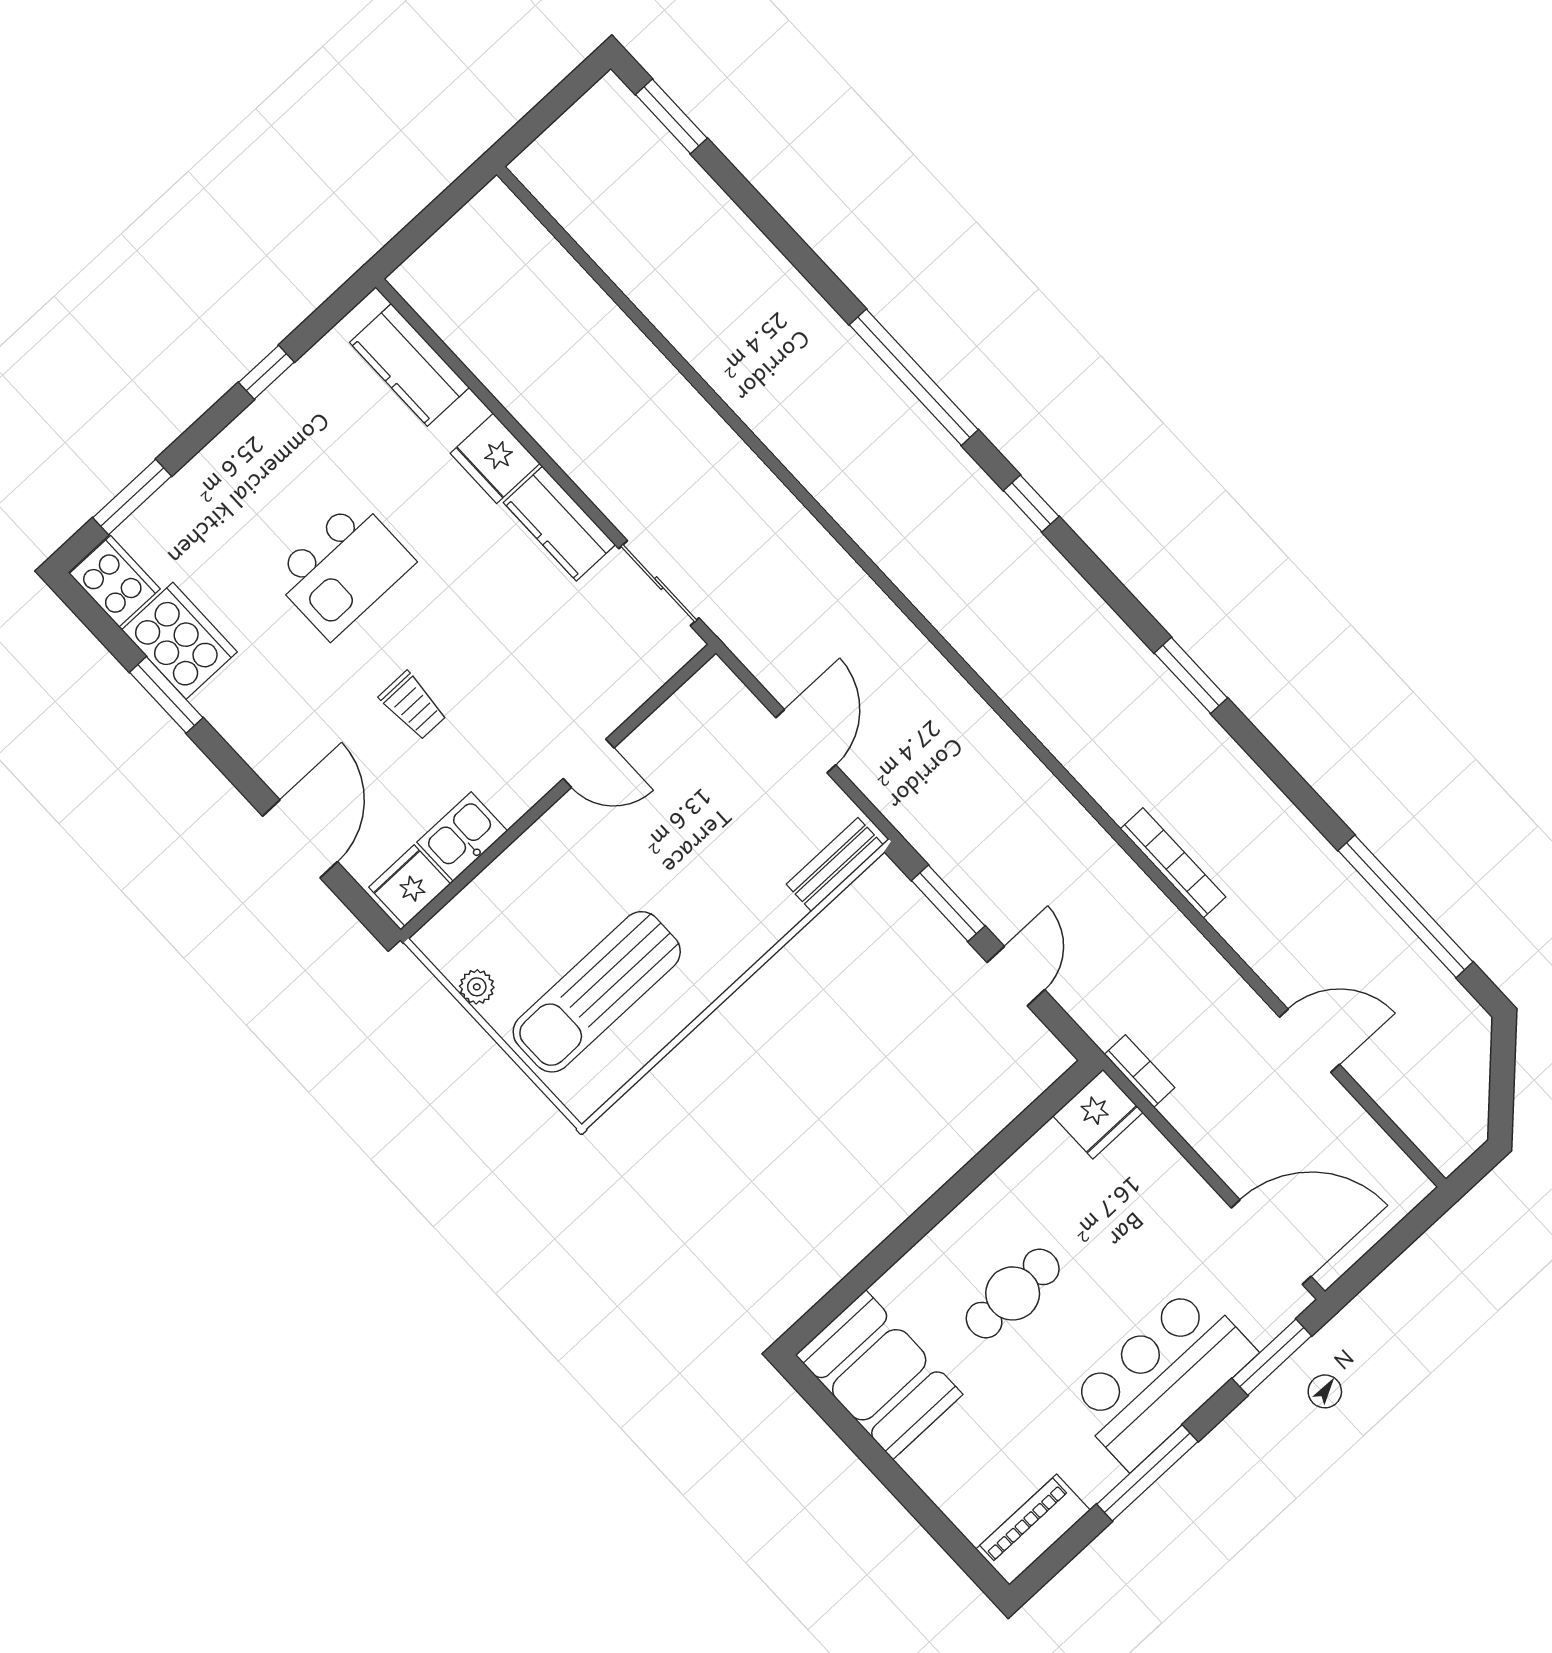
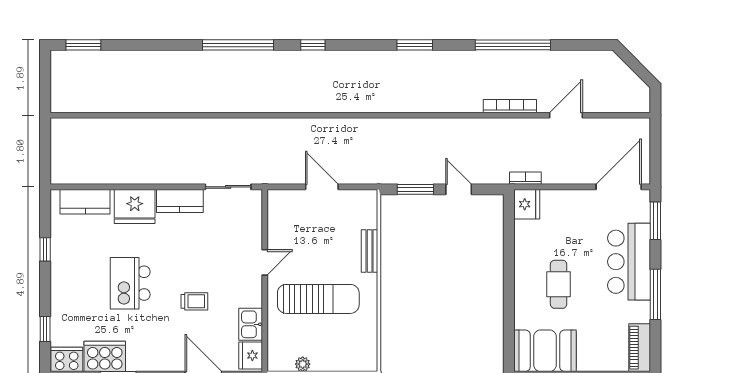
fridge: (495, 458) -> (135, 206), width x1.36, depth x1.34
window: (132, 497) -> (45, 329), width x0.67
kitchen island: (343, 569) -> (130, 283), turned 180
bookcase: (1173, 863) -> (510, 106), moved
bench: (835, 864) -> (370, 251), moved
window: (1405, 906) -> (513, 45), moved
sun lounger: (597, 992) -> (318, 299), moved, turned -90

